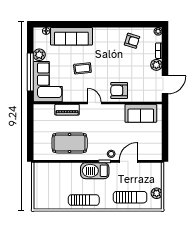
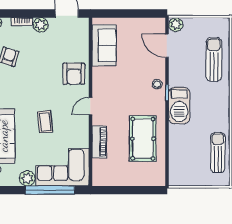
door: (128, 161) -> (167, 46), moved
plant: (157, 193) -> (176, 25), moved
sun lounger: (84, 200) -> (218, 153), moved

